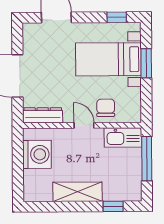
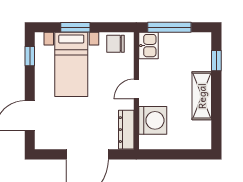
chair: (106, 108) -> (115, 44), moved
kitchen sink: (123, 137) -> (148, 46), width x0.73
washing machine: (37, 154) -> (153, 120), moved, turned 90

